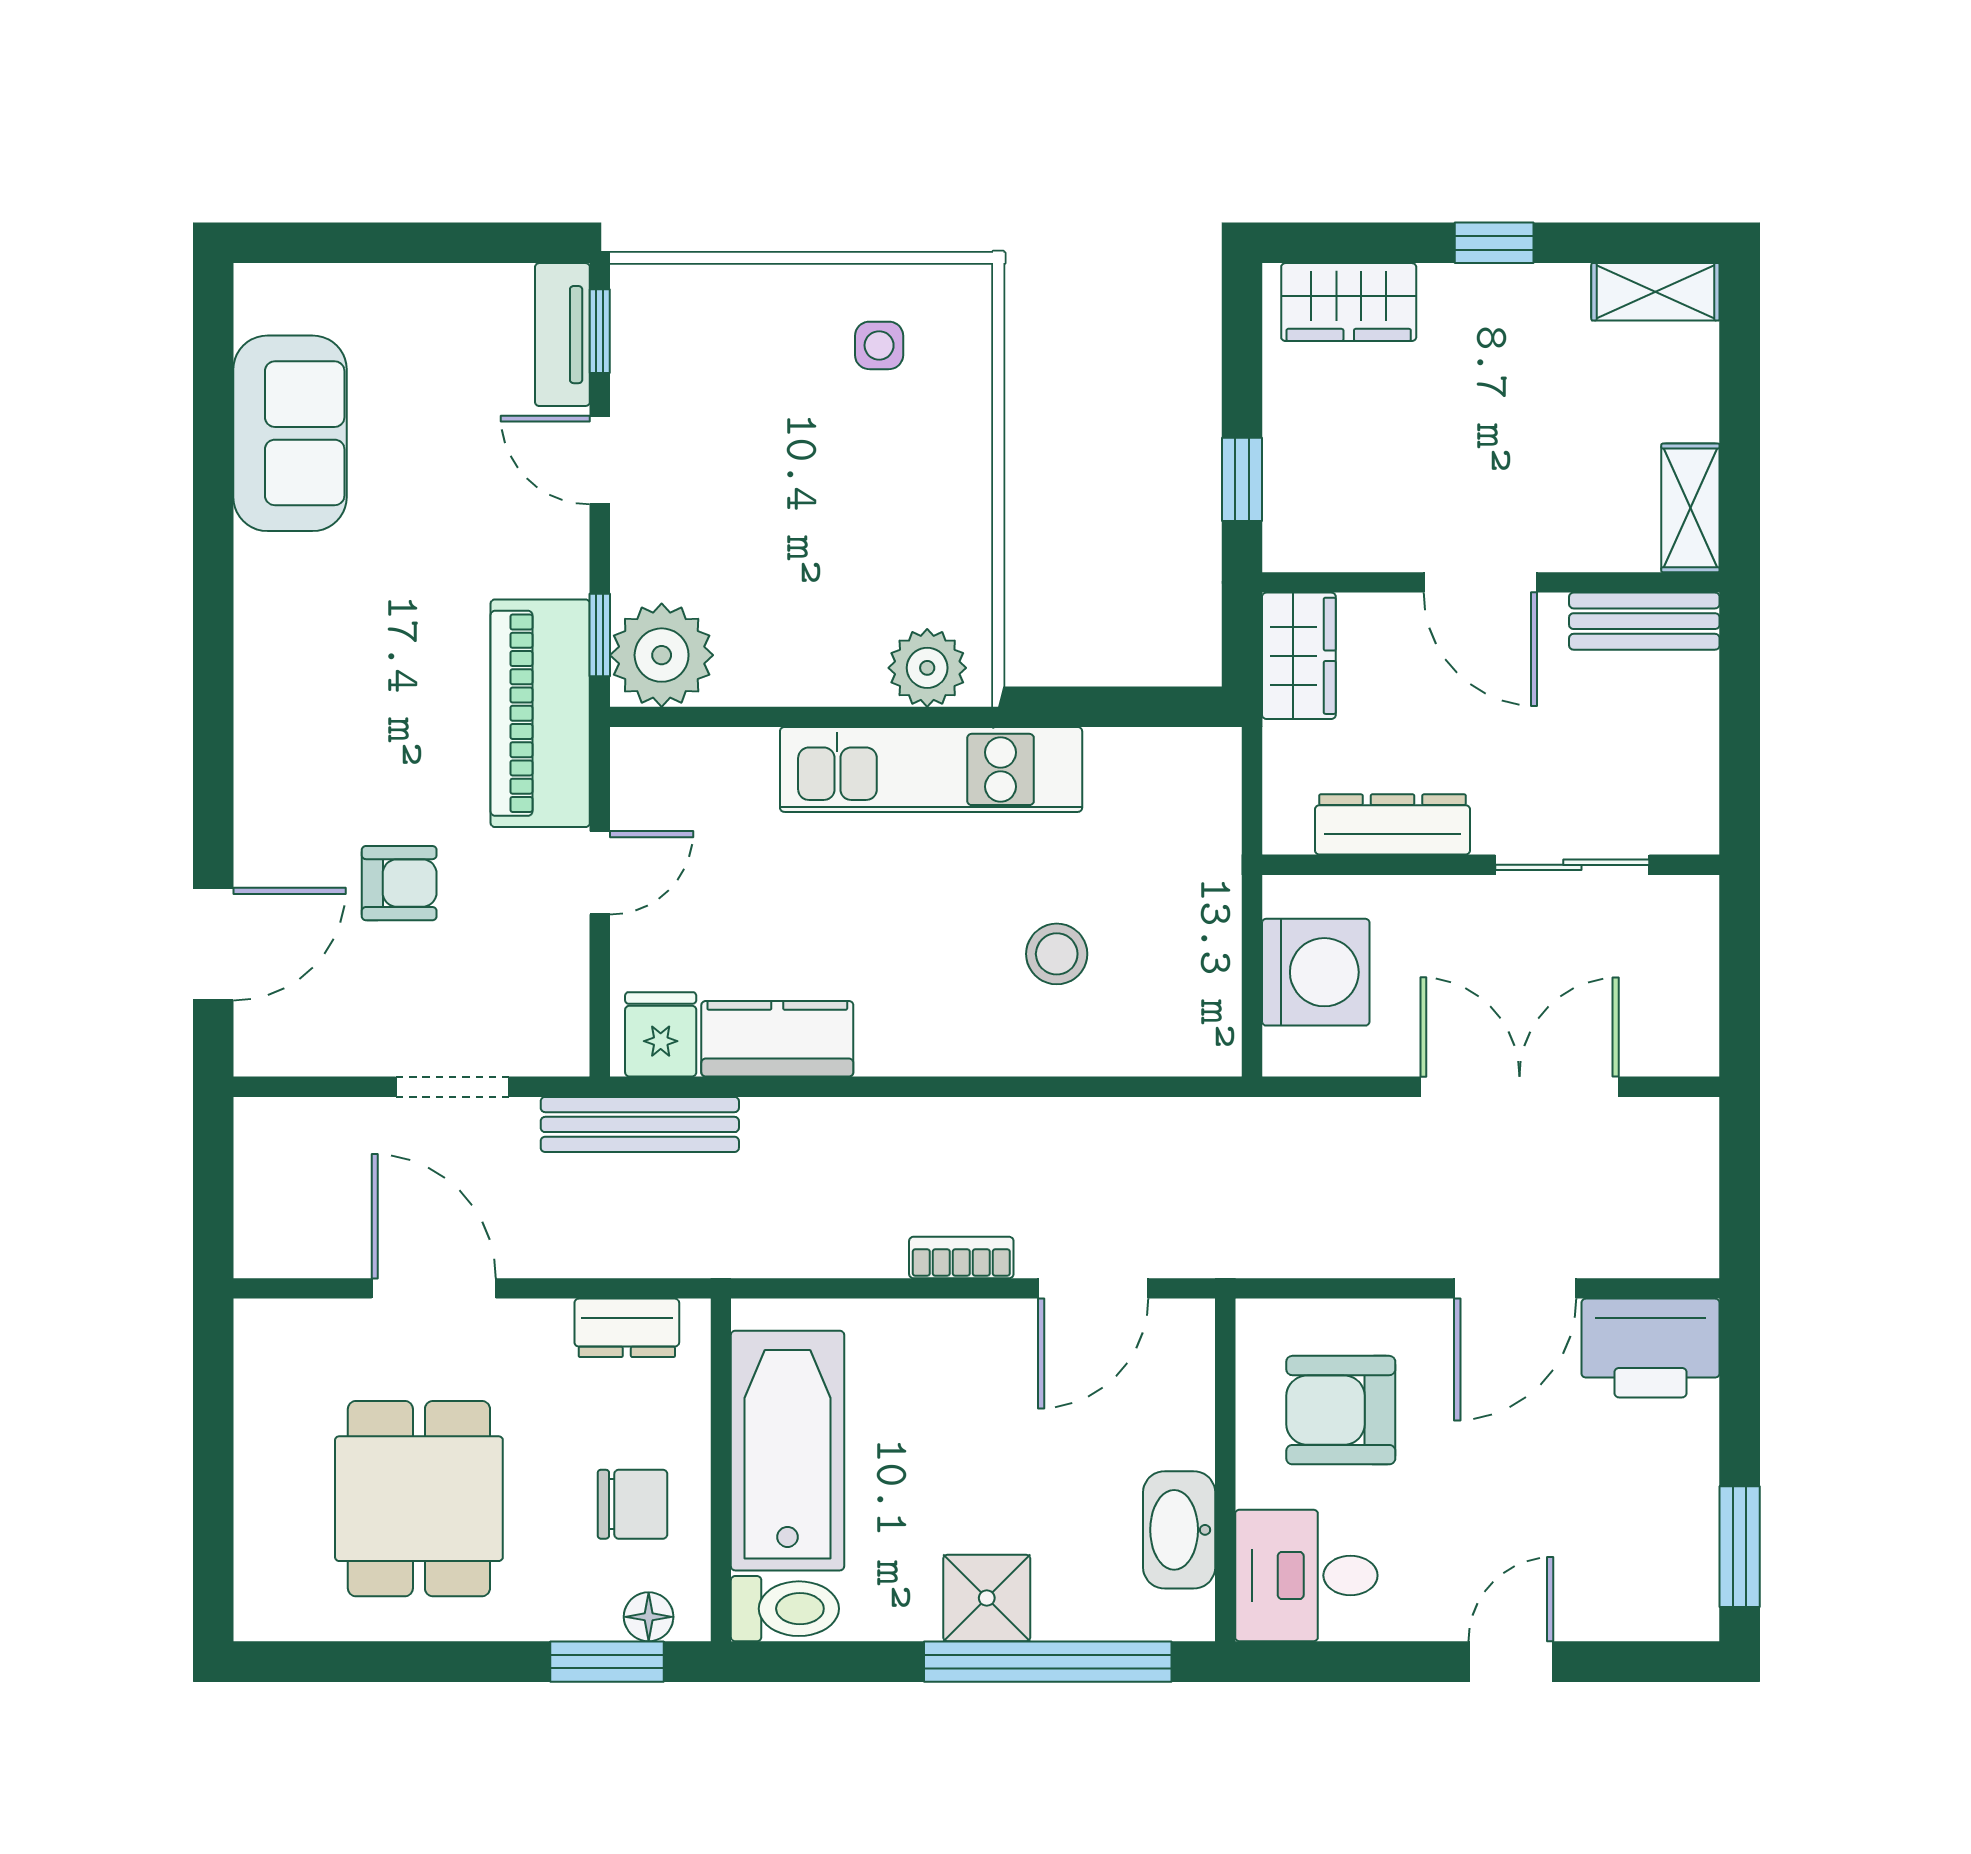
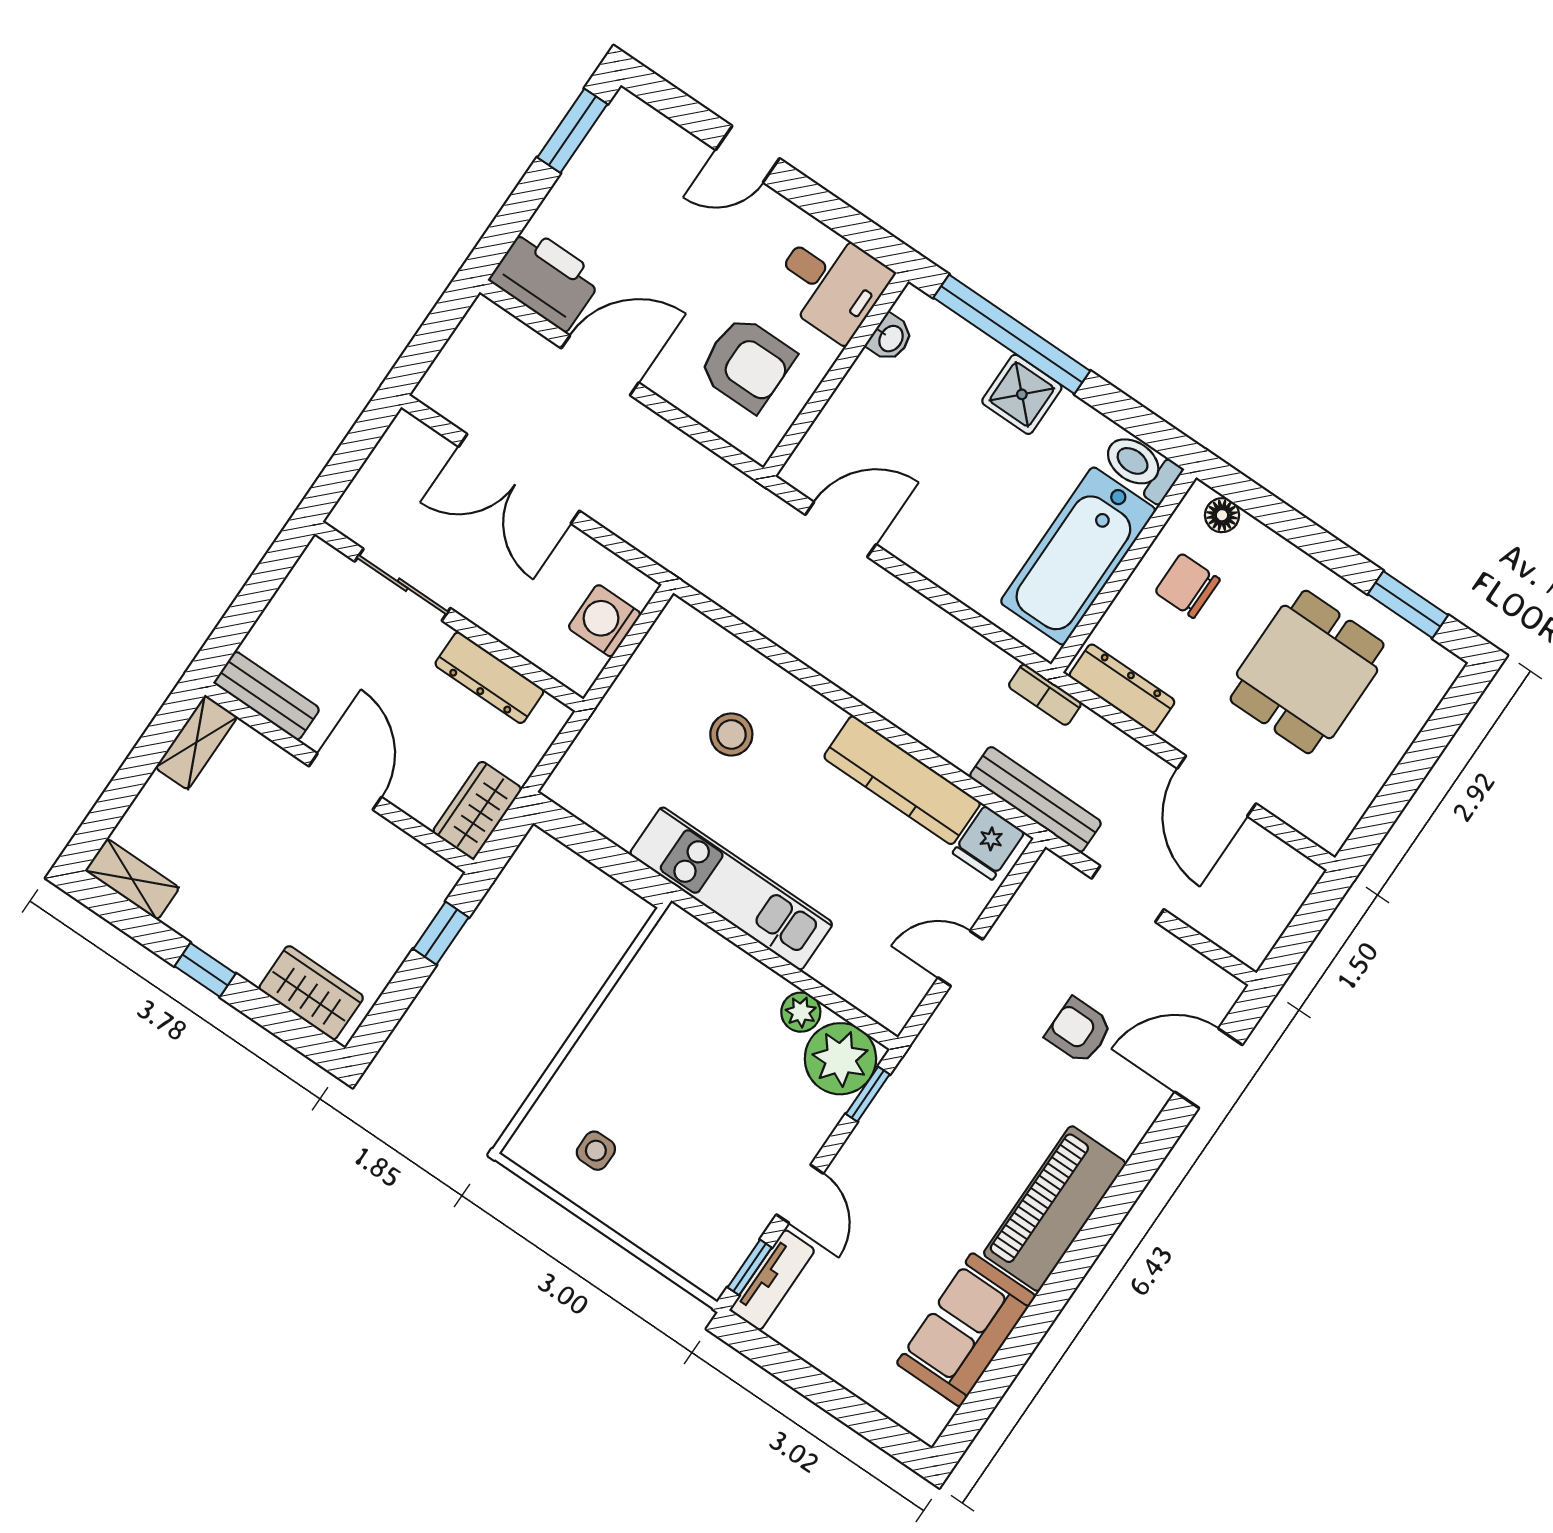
plant: (927, 668) -> (801, 1012), moved, width x0.73, depth x0.73
piano: (540, 713) -> (1055, 1209), moved, turned 180
washing machine: (1316, 972) -> (605, 621), width x0.73, depth x0.73
kitchen counter: (777, 1039) -> (902, 780), width x1.50
bookcase: (961, 1257) -> (1045, 695), moved
dresser: (627, 1328) -> (1122, 688), width x1.44
washbasin: (1179, 1530) -> (890, 338), width x0.52, depth x0.69
window: (607, 1662) -> (1408, 605), moved

